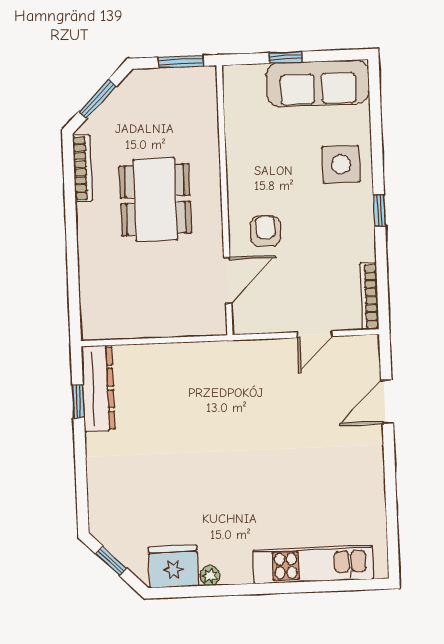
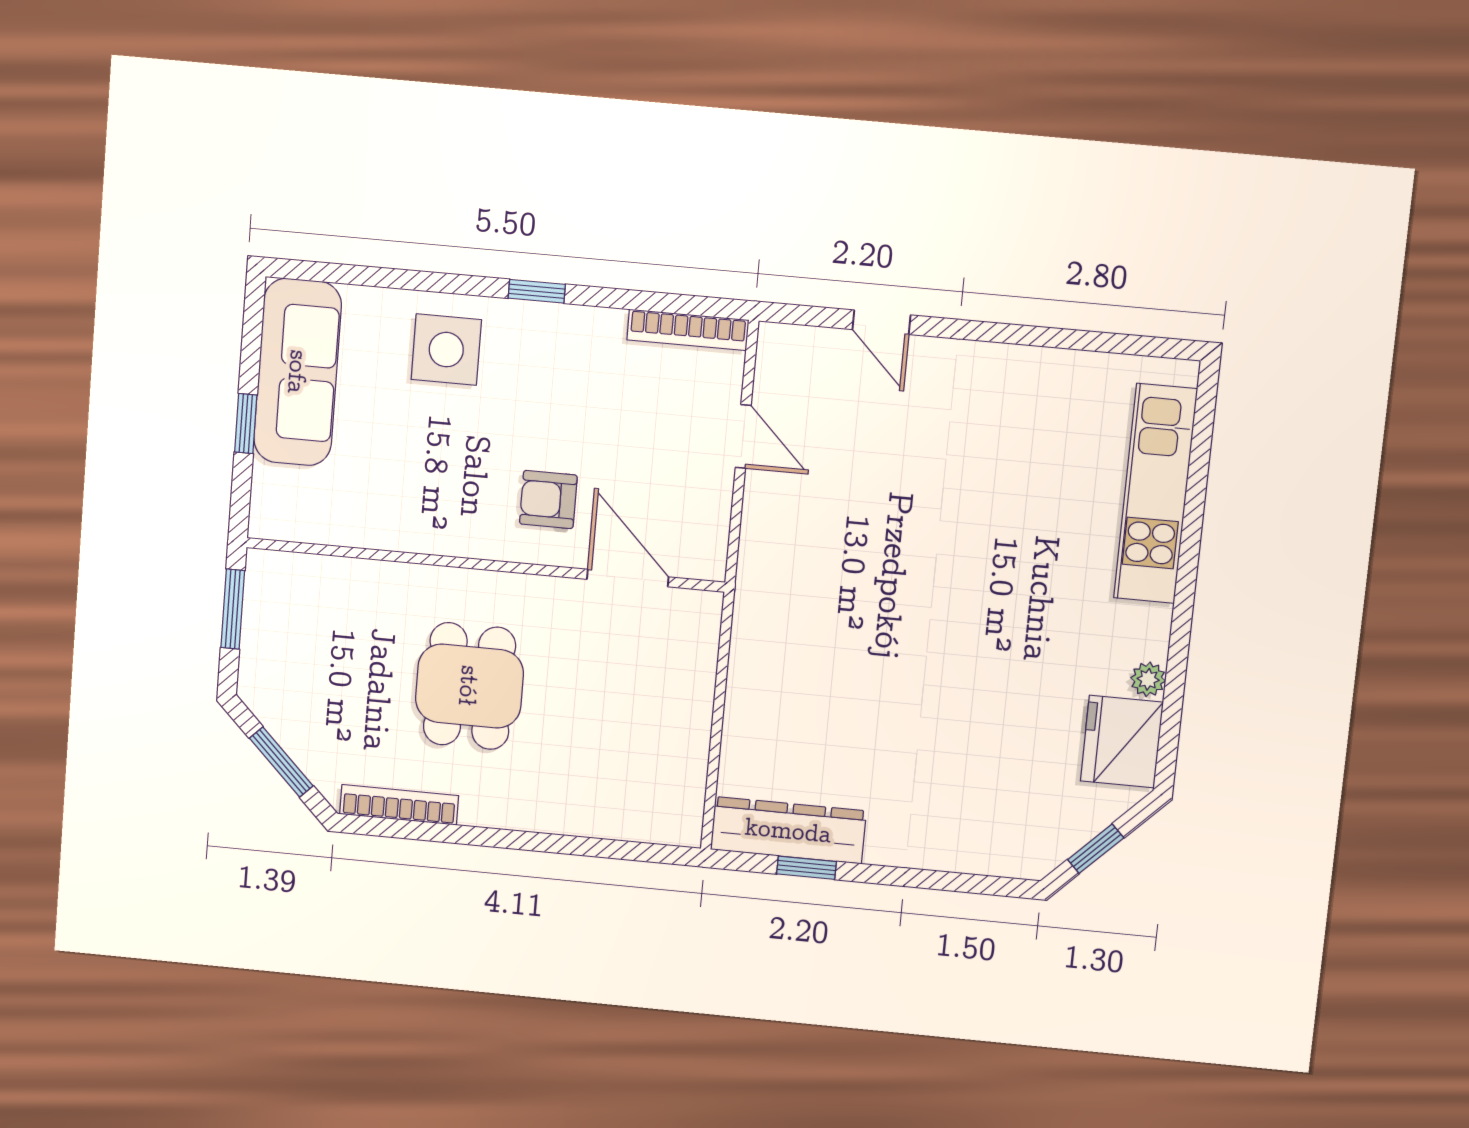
dining table: (155, 200) -> (469, 686), width x0.73
door: (387, 402) -> (882, 322), width x0.73

